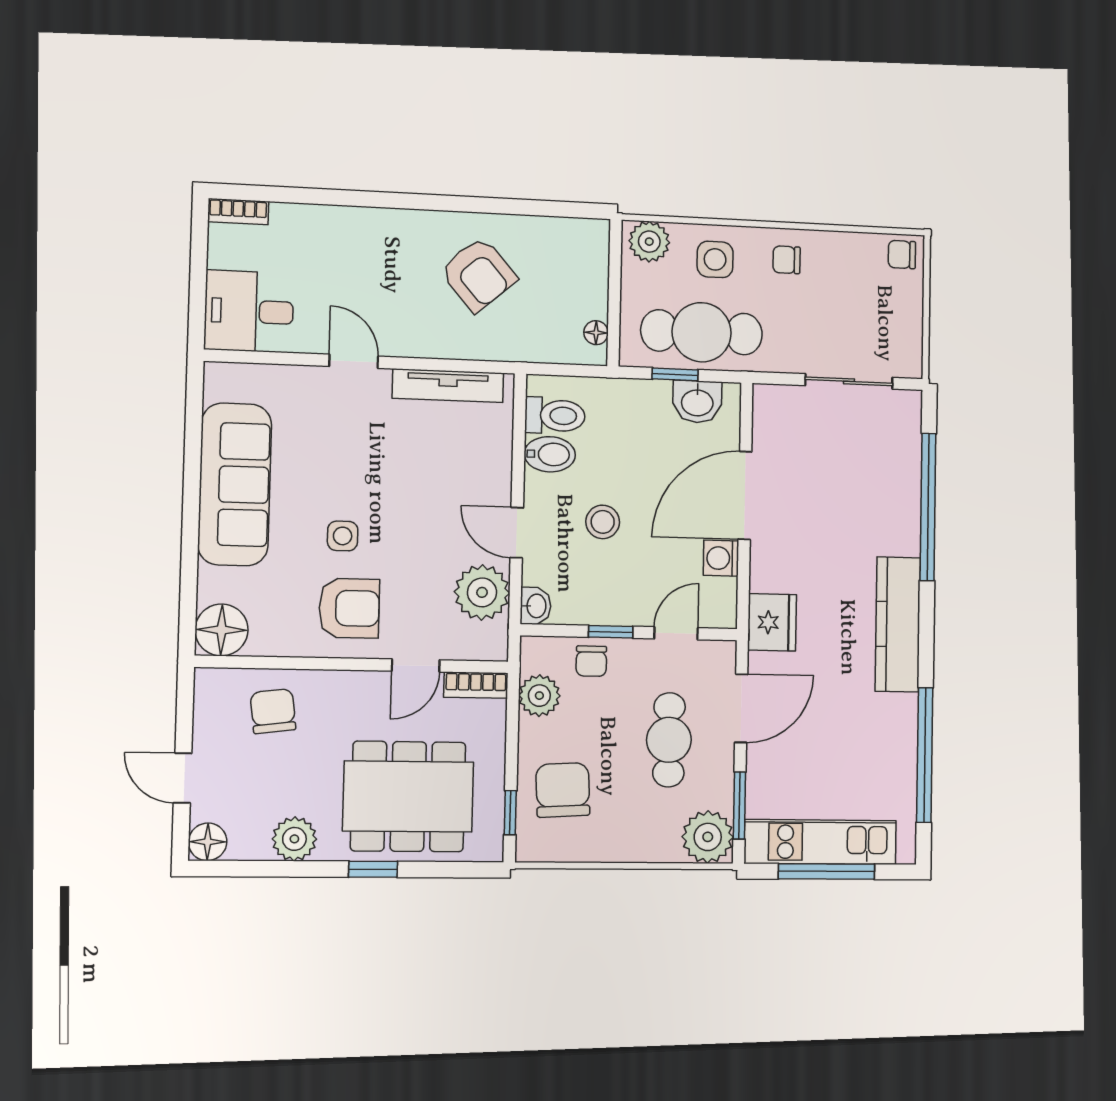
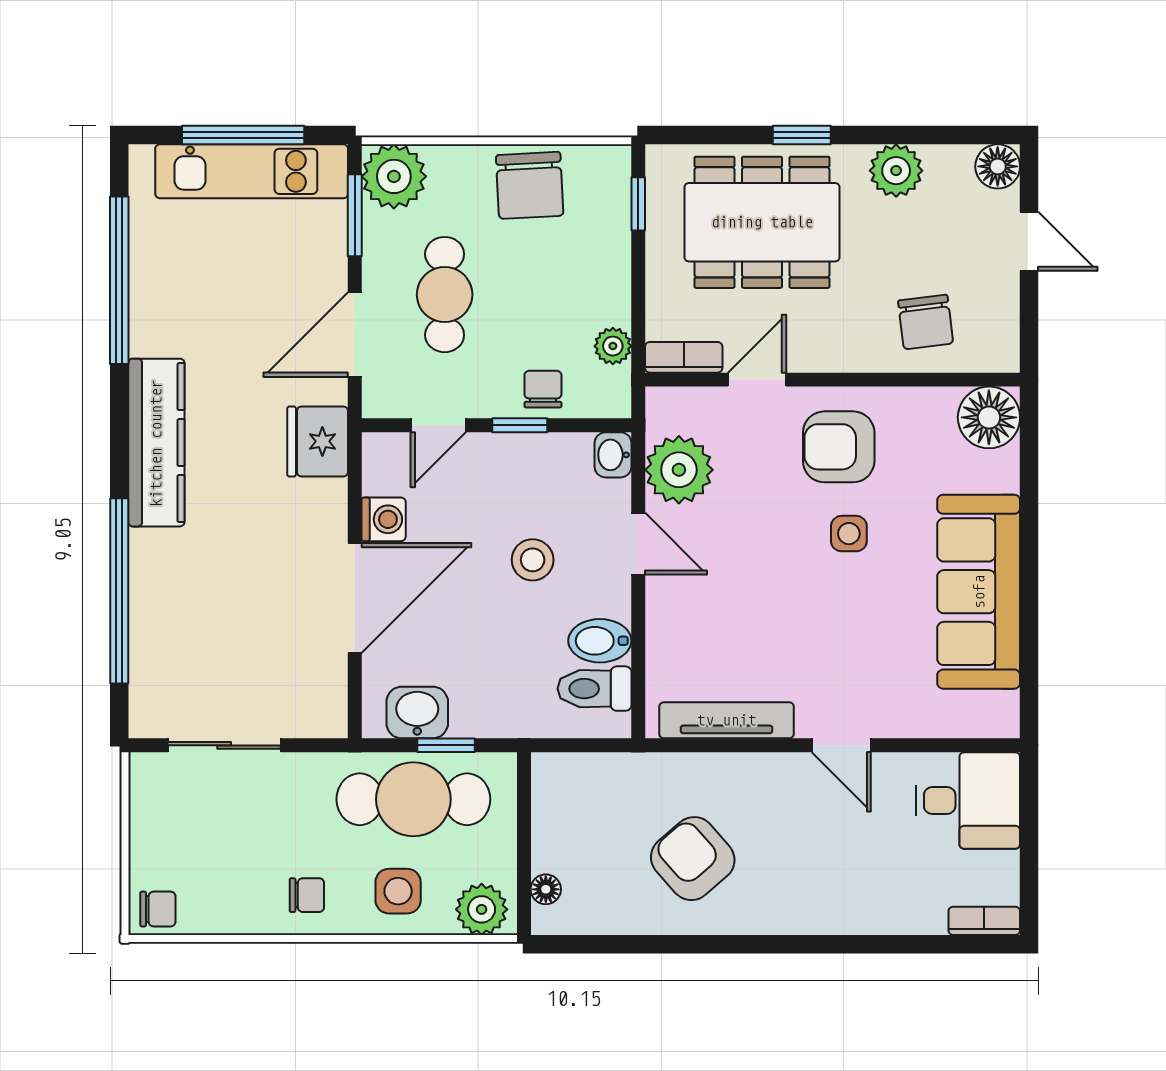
floor lamp: (596, 333) -> (546, 889), moved
plant: (539, 696) -> (613, 346), width x0.73, depth x0.73
chair: (563, 790) -> (530, 185), moved

